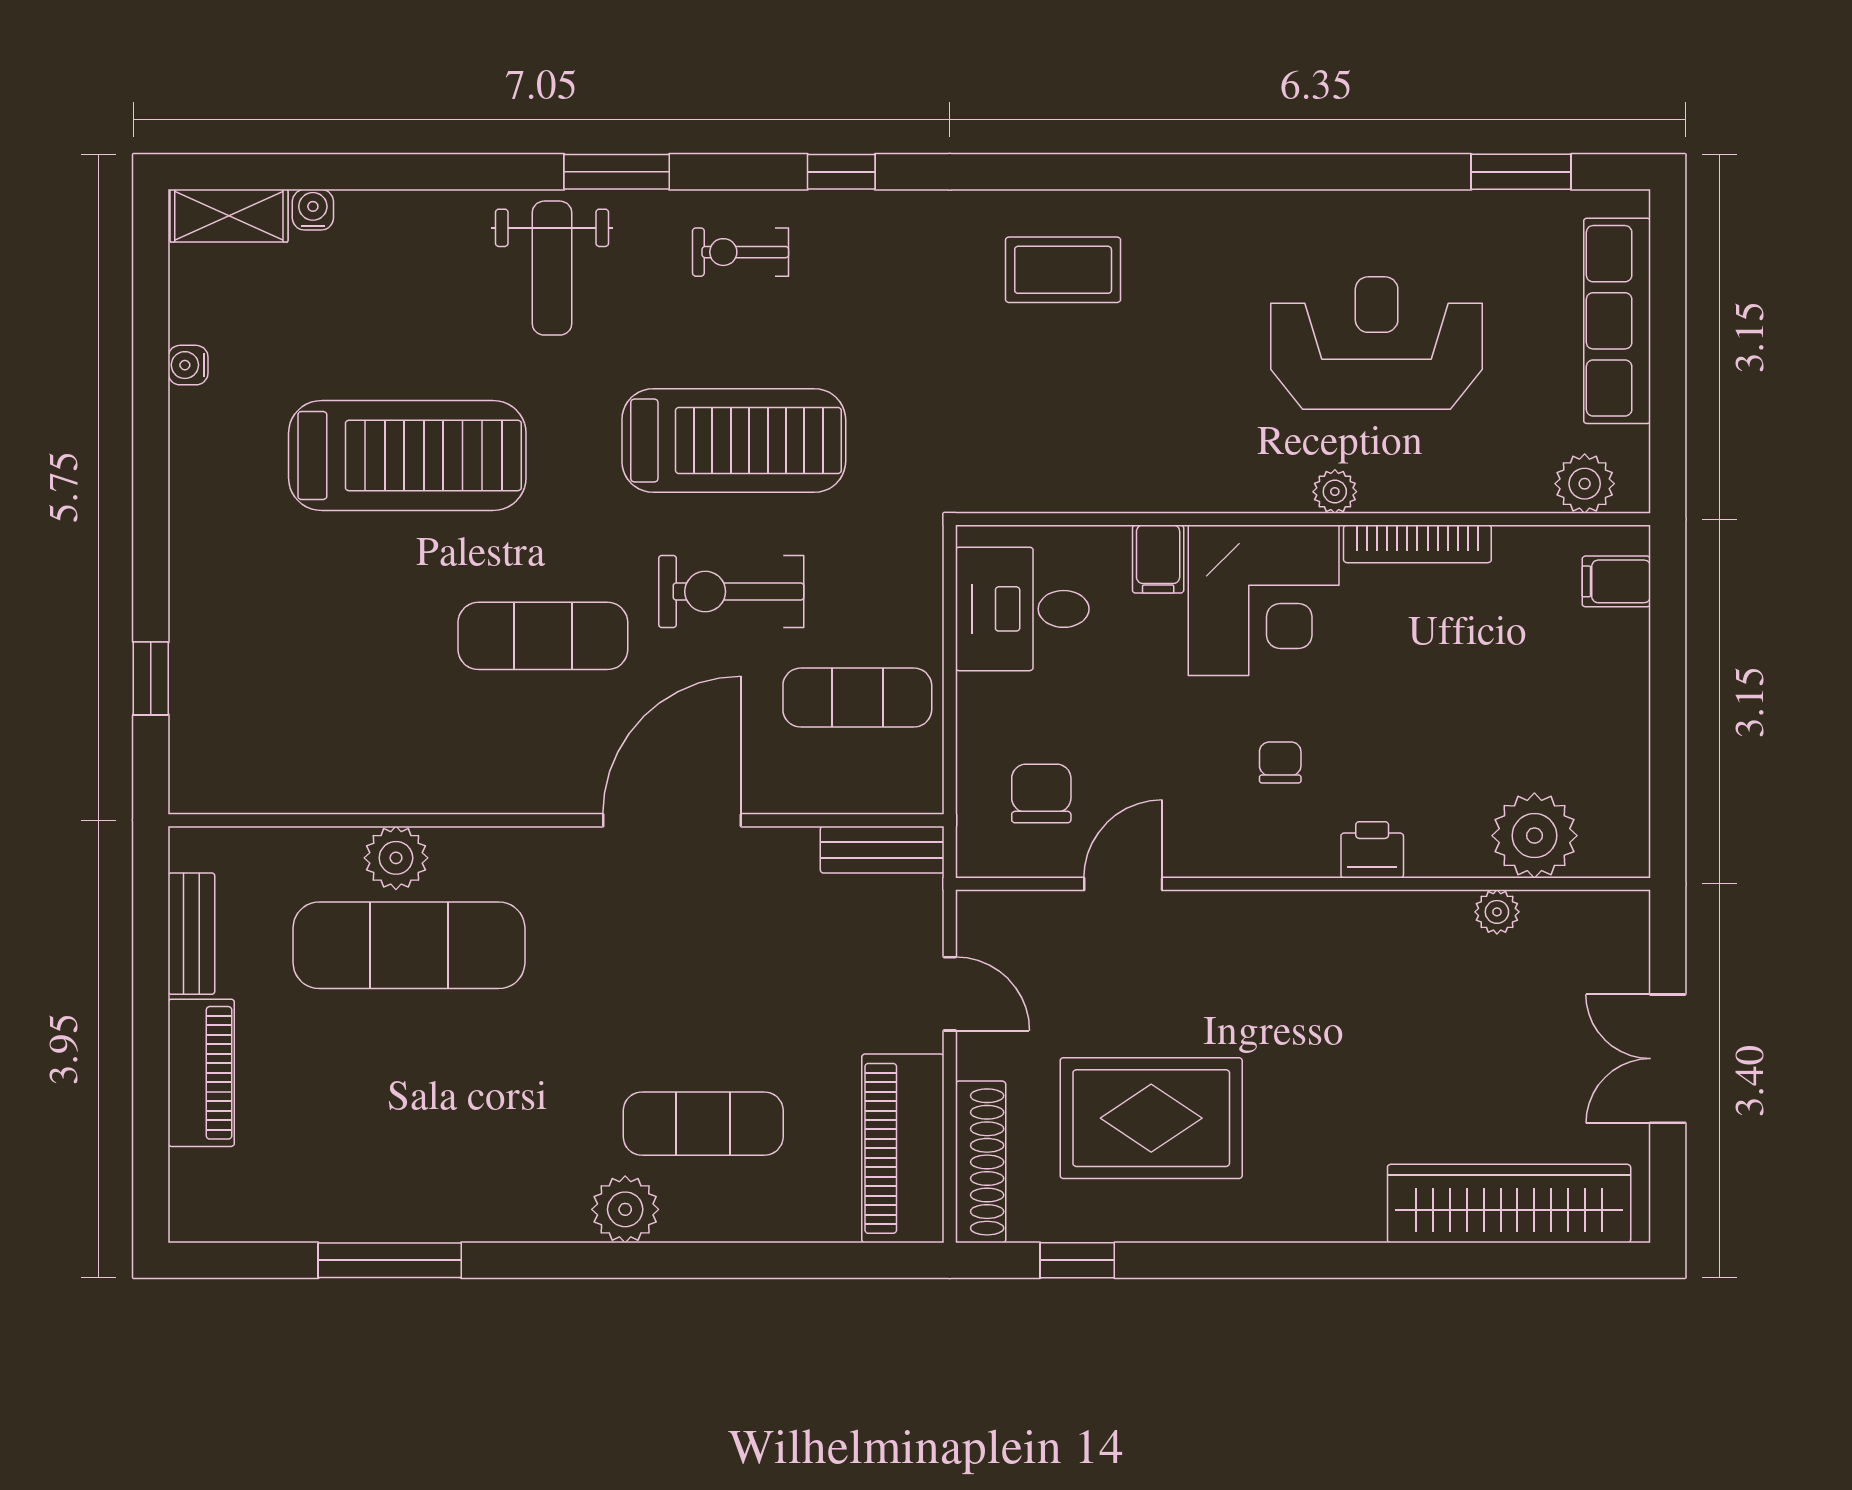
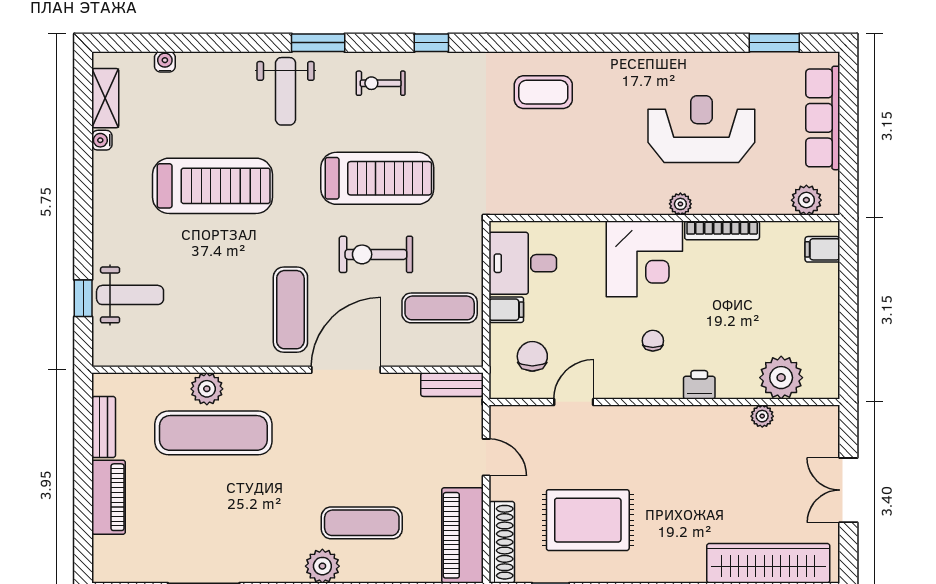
shelving: (229, 216) -> (105, 98), moved, turned 90
filing cabinet: (1158, 559) -> (506, 310), moved, turned -90
exercise mat: (543, 636) -> (290, 310), moved, turned 90
weight bench: (244, 672) -> (130, 295), added

